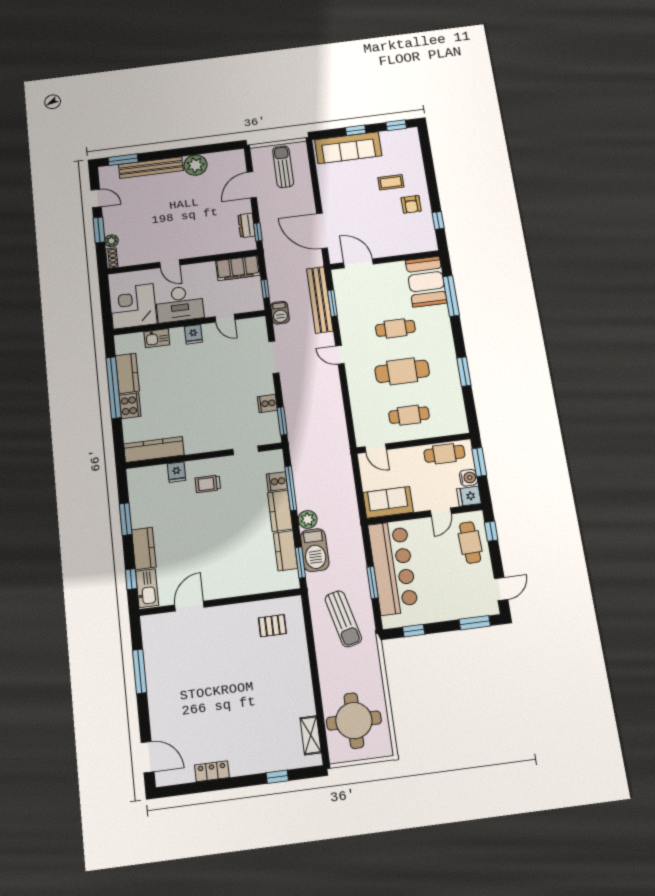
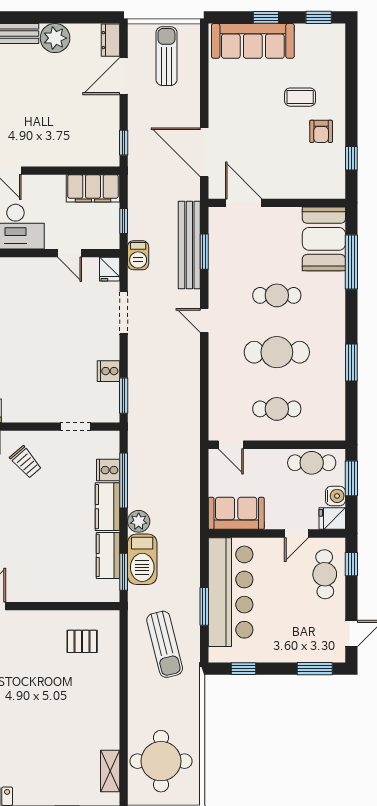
dresser: (246, 225) -> (110, 40), moved
fridge: (193, 334) -> (110, 269), moved
trolley: (208, 484) -> (26, 462), turned -131

